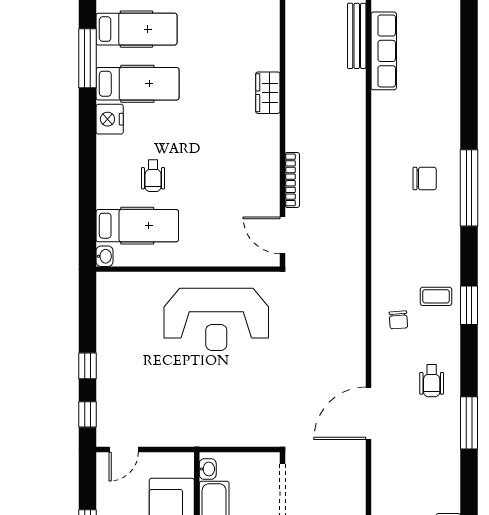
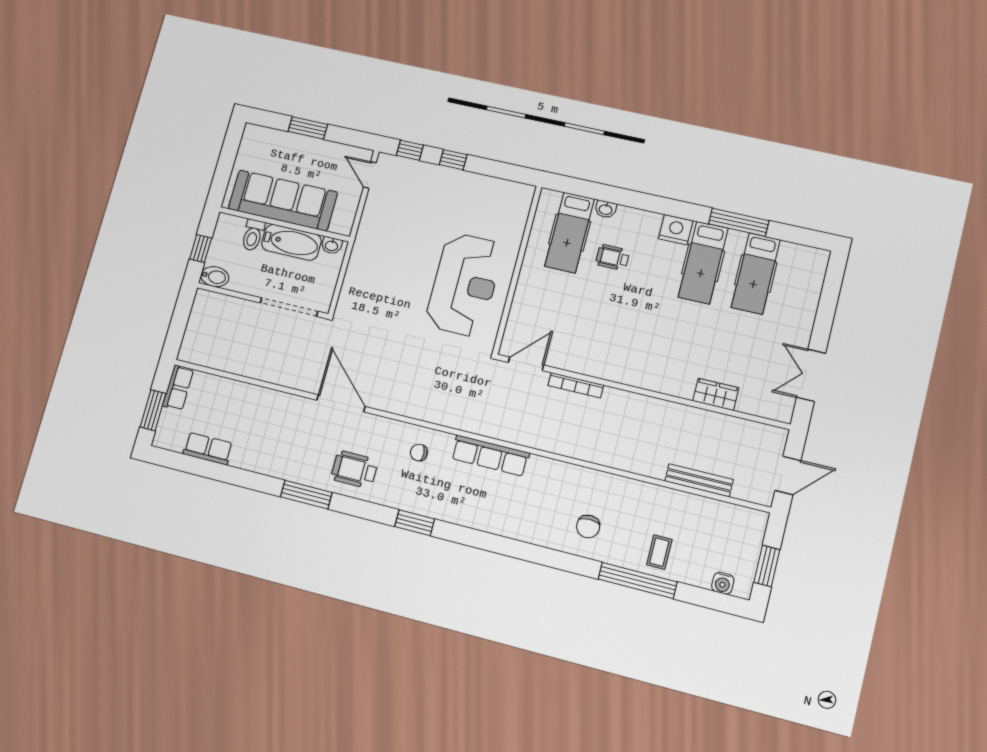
row of seats: (384, 51) -> (490, 456), moved
wardrobe: (268, 93) -> (716, 394), moved
chair: (425, 178) -> (588, 527), moved
window: (469, 188) -> (638, 581), moved
washbasin: (105, 256) -> (606, 209), moved
coffee table: (436, 296) -> (659, 552), moved
reception desk: (216, 319) -> (464, 285), turned 180
wheelchair: (432, 381) -> (354, 470), width x1.36, depth x1.37

